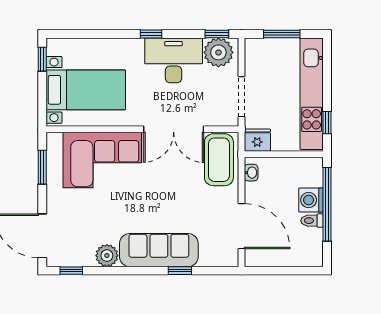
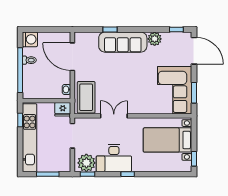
double door: (174, 129) -> (114, 116), width x0.73
corner sofa: (102, 160) -> (175, 90), moved, turned -90
washing machine: (311, 200) -> (30, 39), moved

